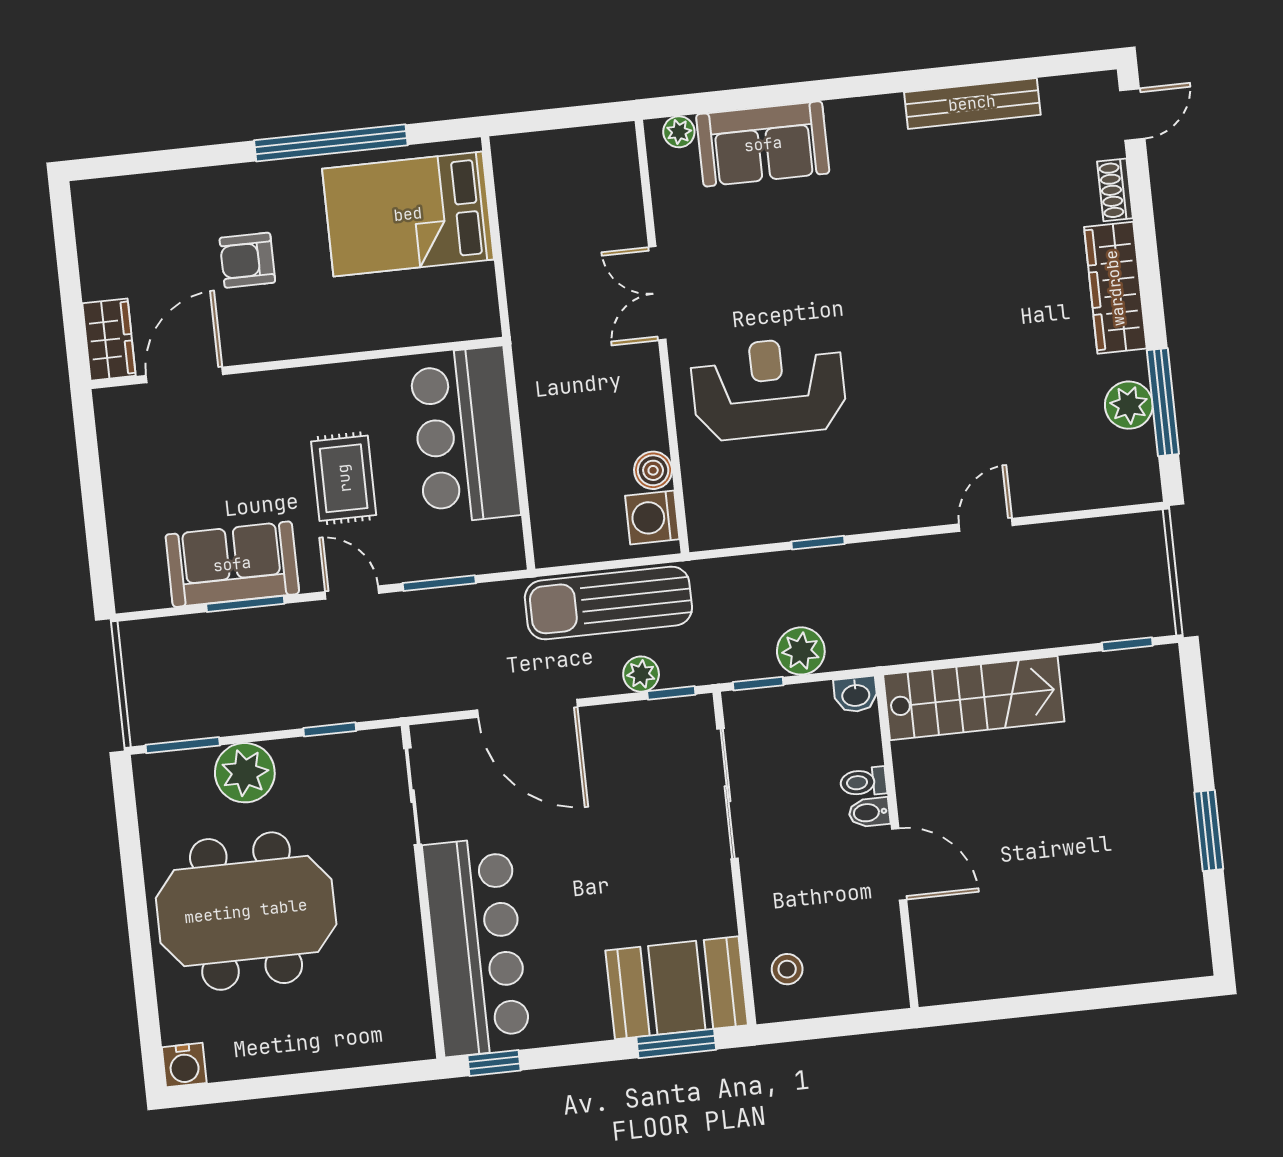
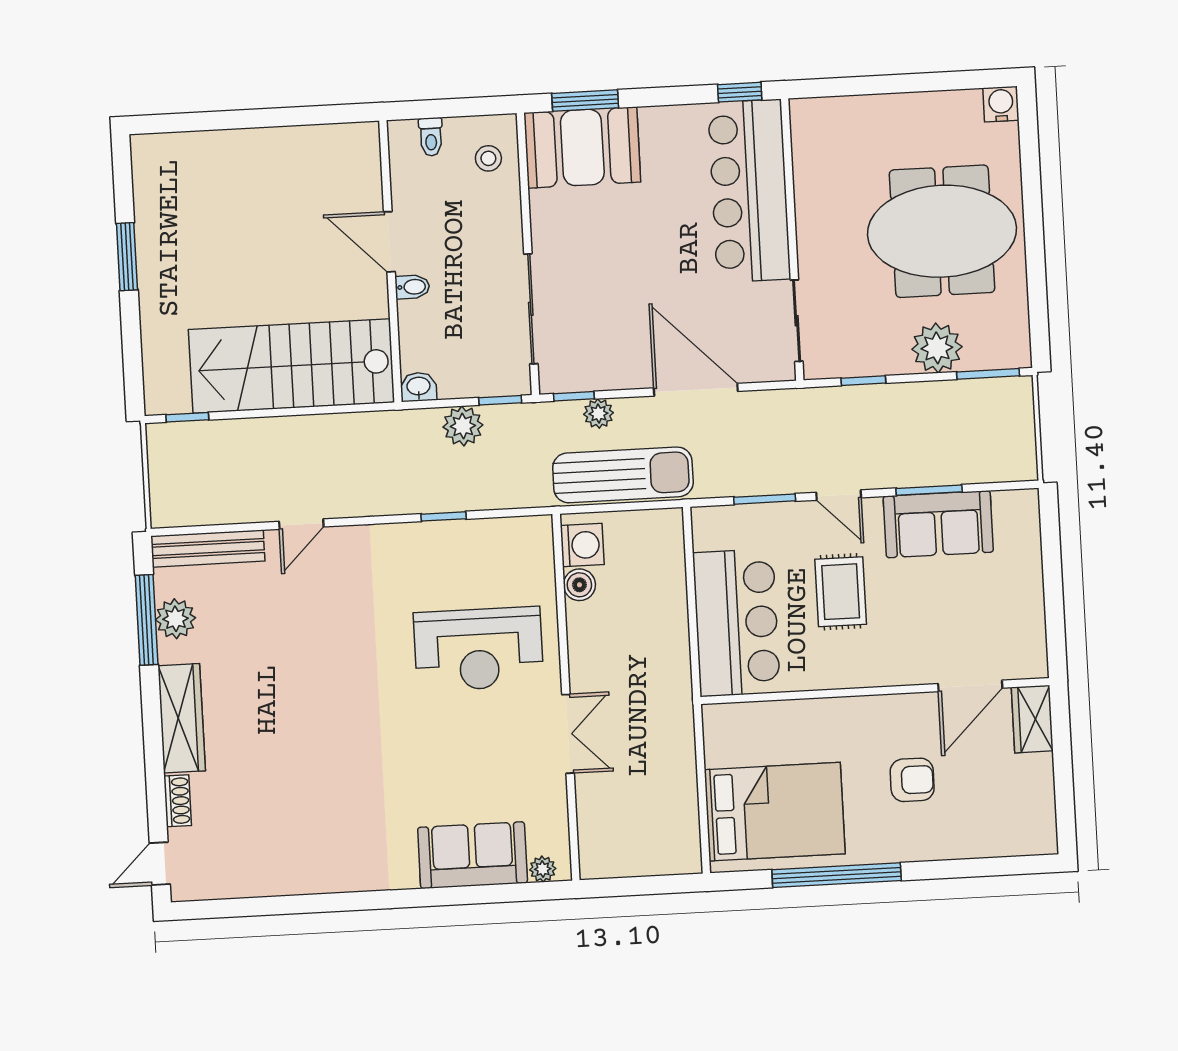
bench: (972, 103) -> (208, 549), moved
stairs: (974, 698) -> (292, 366), width x1.36, depth x1.51
toilet: (863, 782) -> (431, 137), moved, turned 90

